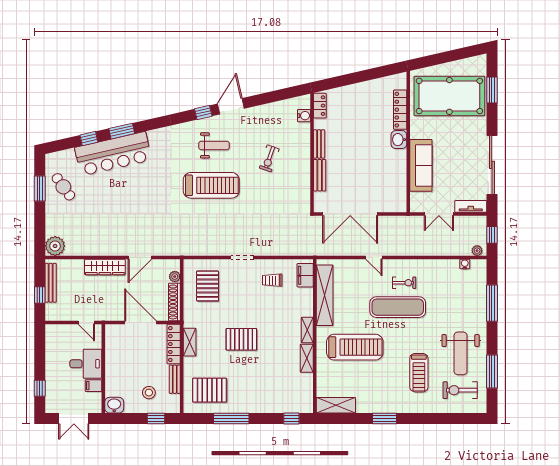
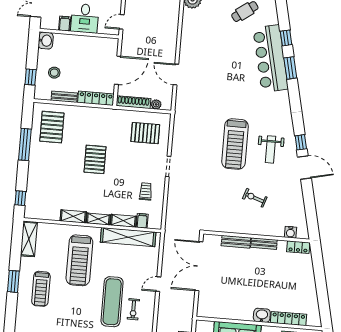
wardrobe: (105, 267) -> (170, 43), removed
filing cabinet: (305, 275) -> (142, 221), width x0.50
shelving: (190, 342) -> (123, 221), moved
treadmill: (419, 373) -> (41, 289), moved, turned -90

